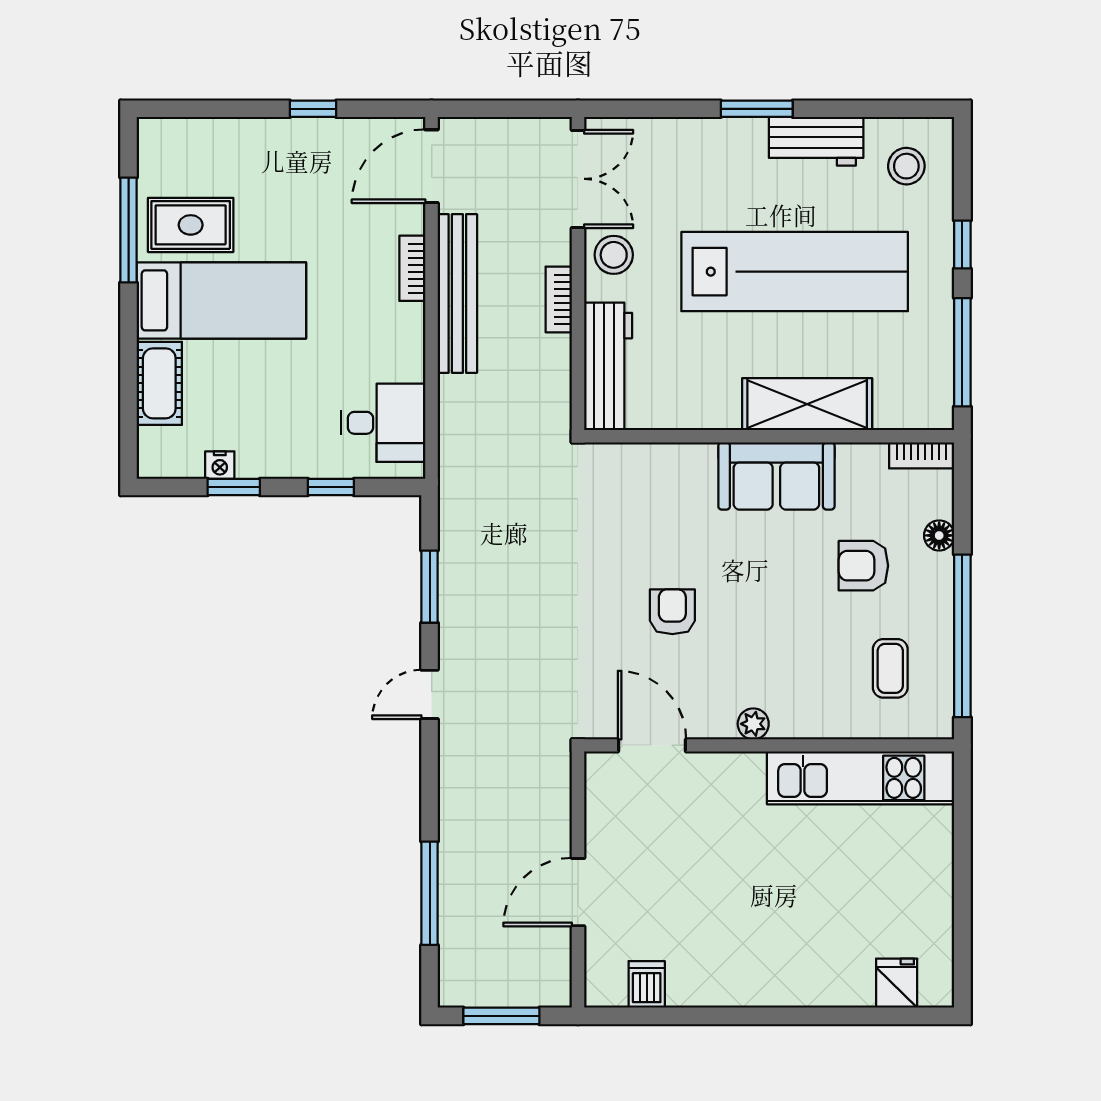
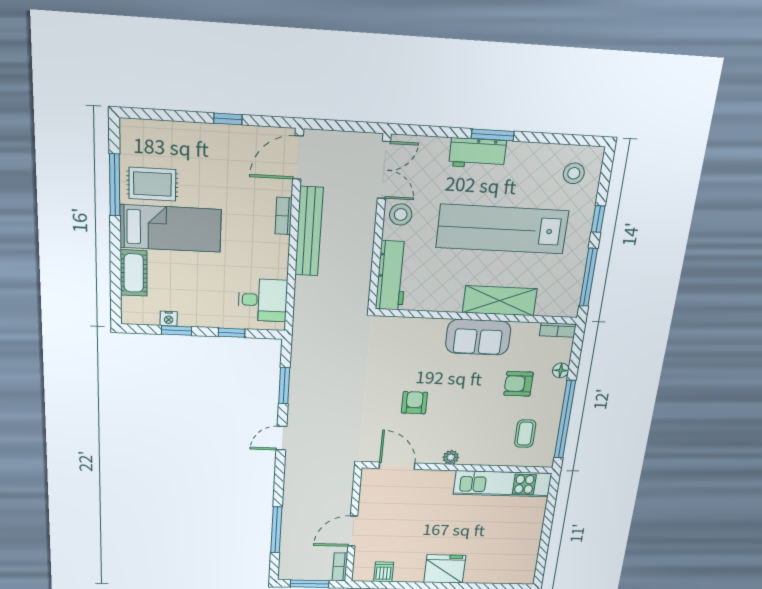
workbench: (816, 141) -> (478, 153), moved
lab bench: (795, 272) -> (502, 229), turned 180
bookcase: (559, 299) -> (340, 567), moved
fridge: (897, 983) -> (445, 569), moved, width x1.88, depth x1.34

